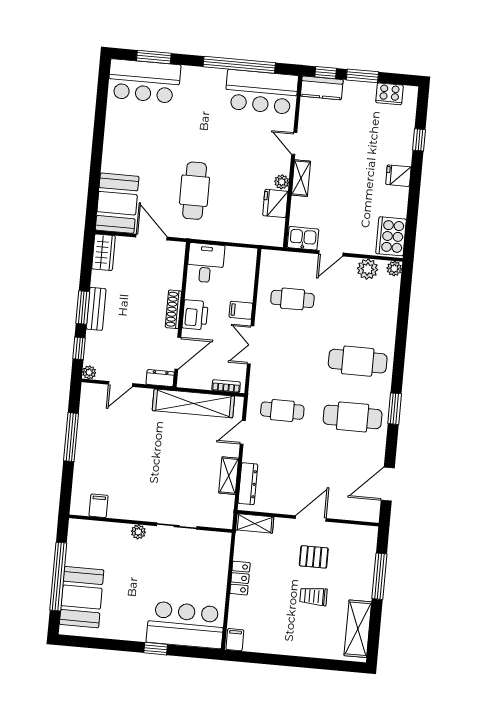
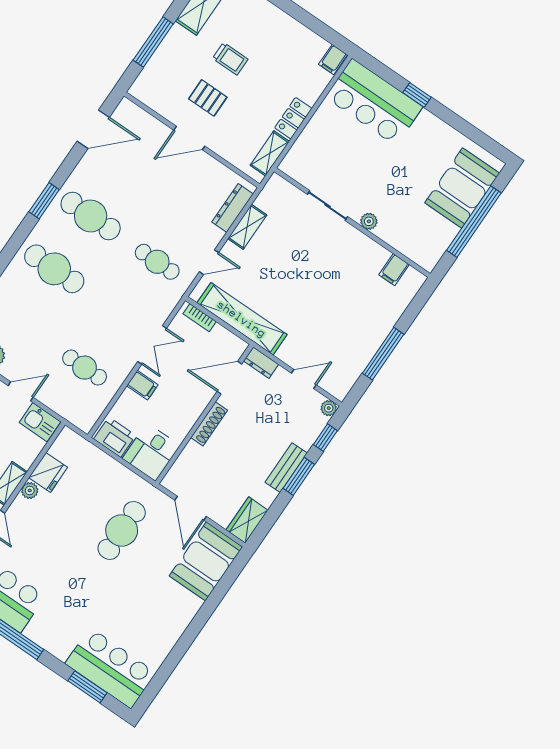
printer: (195, 315) -> (115, 437), moved, turned 90
shelving: (255, 523) -> (270, 153), moved, turned 90

